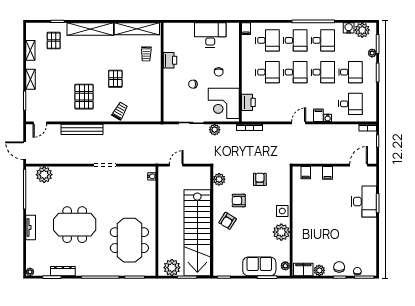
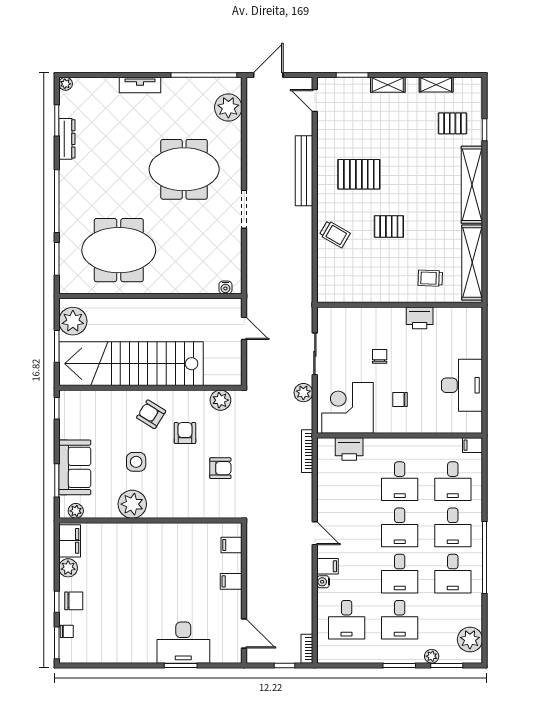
water cooler: (349, 28) -> (474, 617), removed
side table: (282, 211) -> (136, 462), moved
meeting table: (75, 225) -> (184, 169), moved, turned 90

